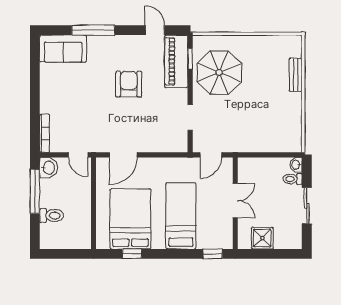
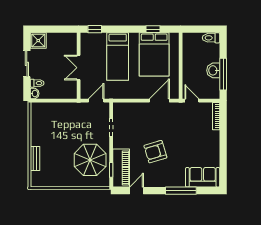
door: (155, 30) -> (136, 191), swing flipped
armchair: (129, 84) -> (155, 152), turned 73
washbasin: (48, 168) -> (213, 70), moved
toilet: (52, 216) -> (211, 38), moved
shower: (262, 238) -> (38, 41), moved

